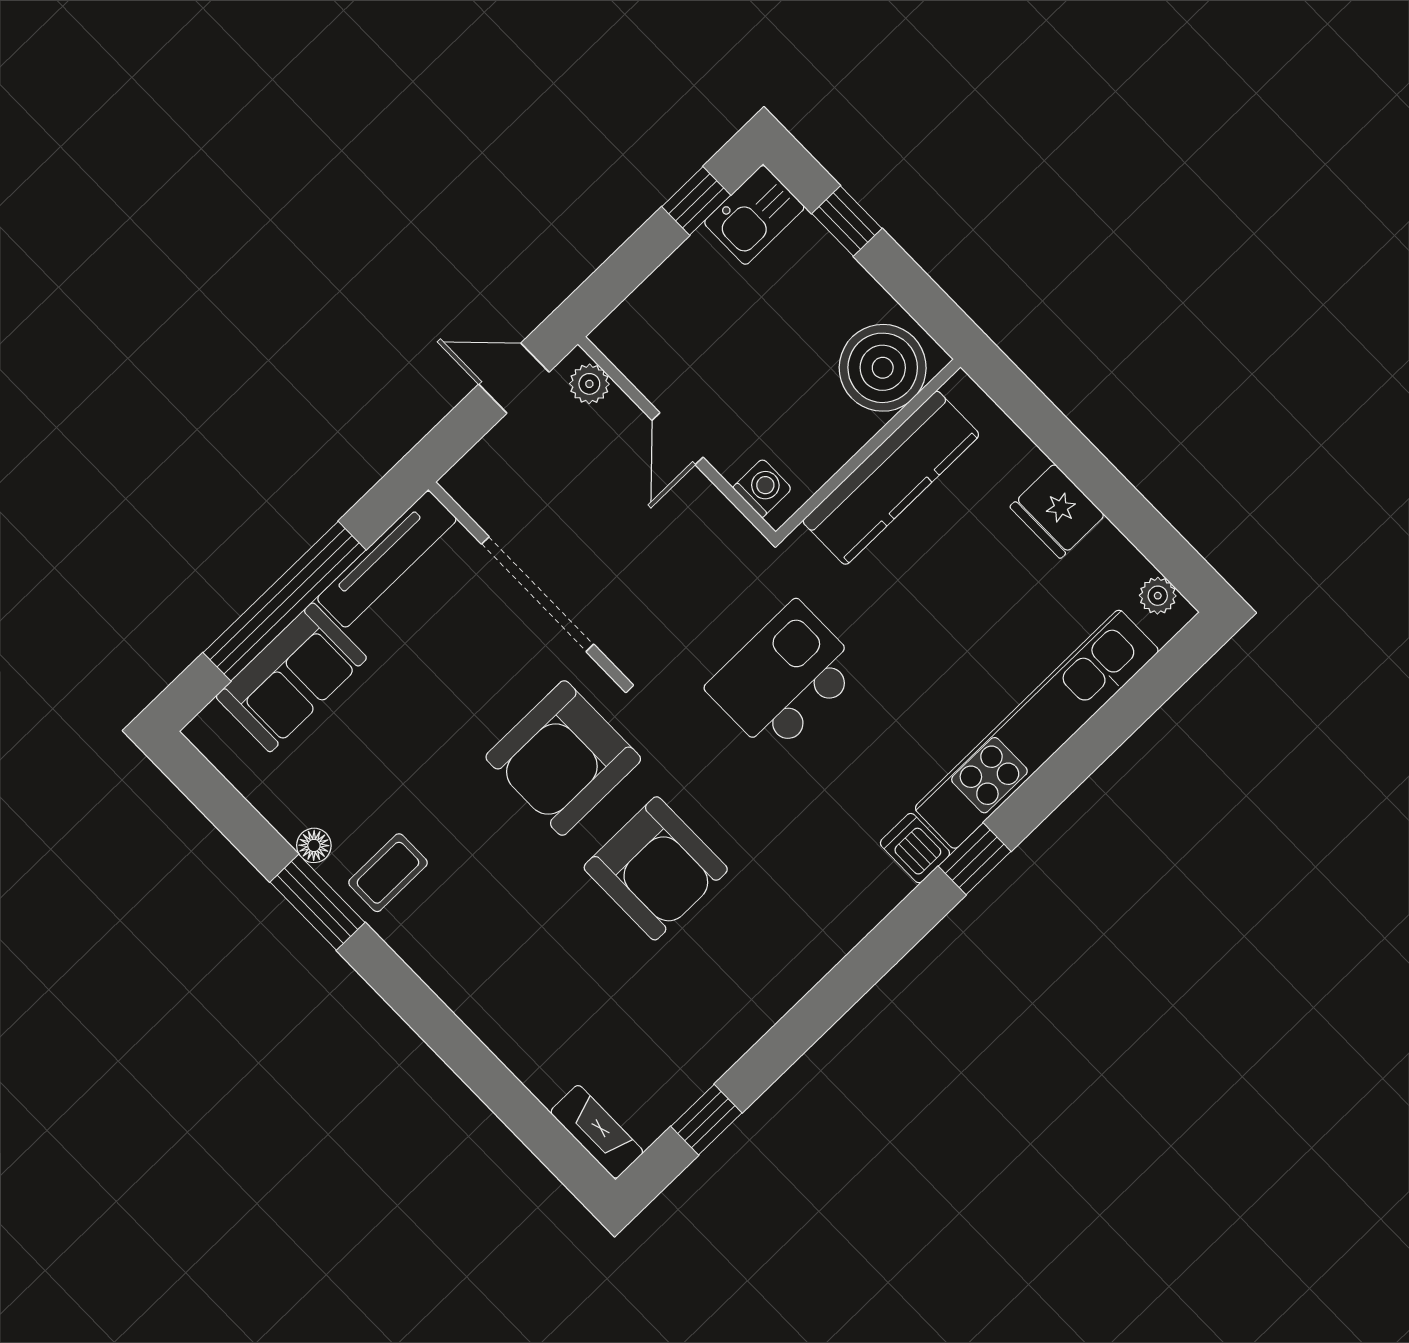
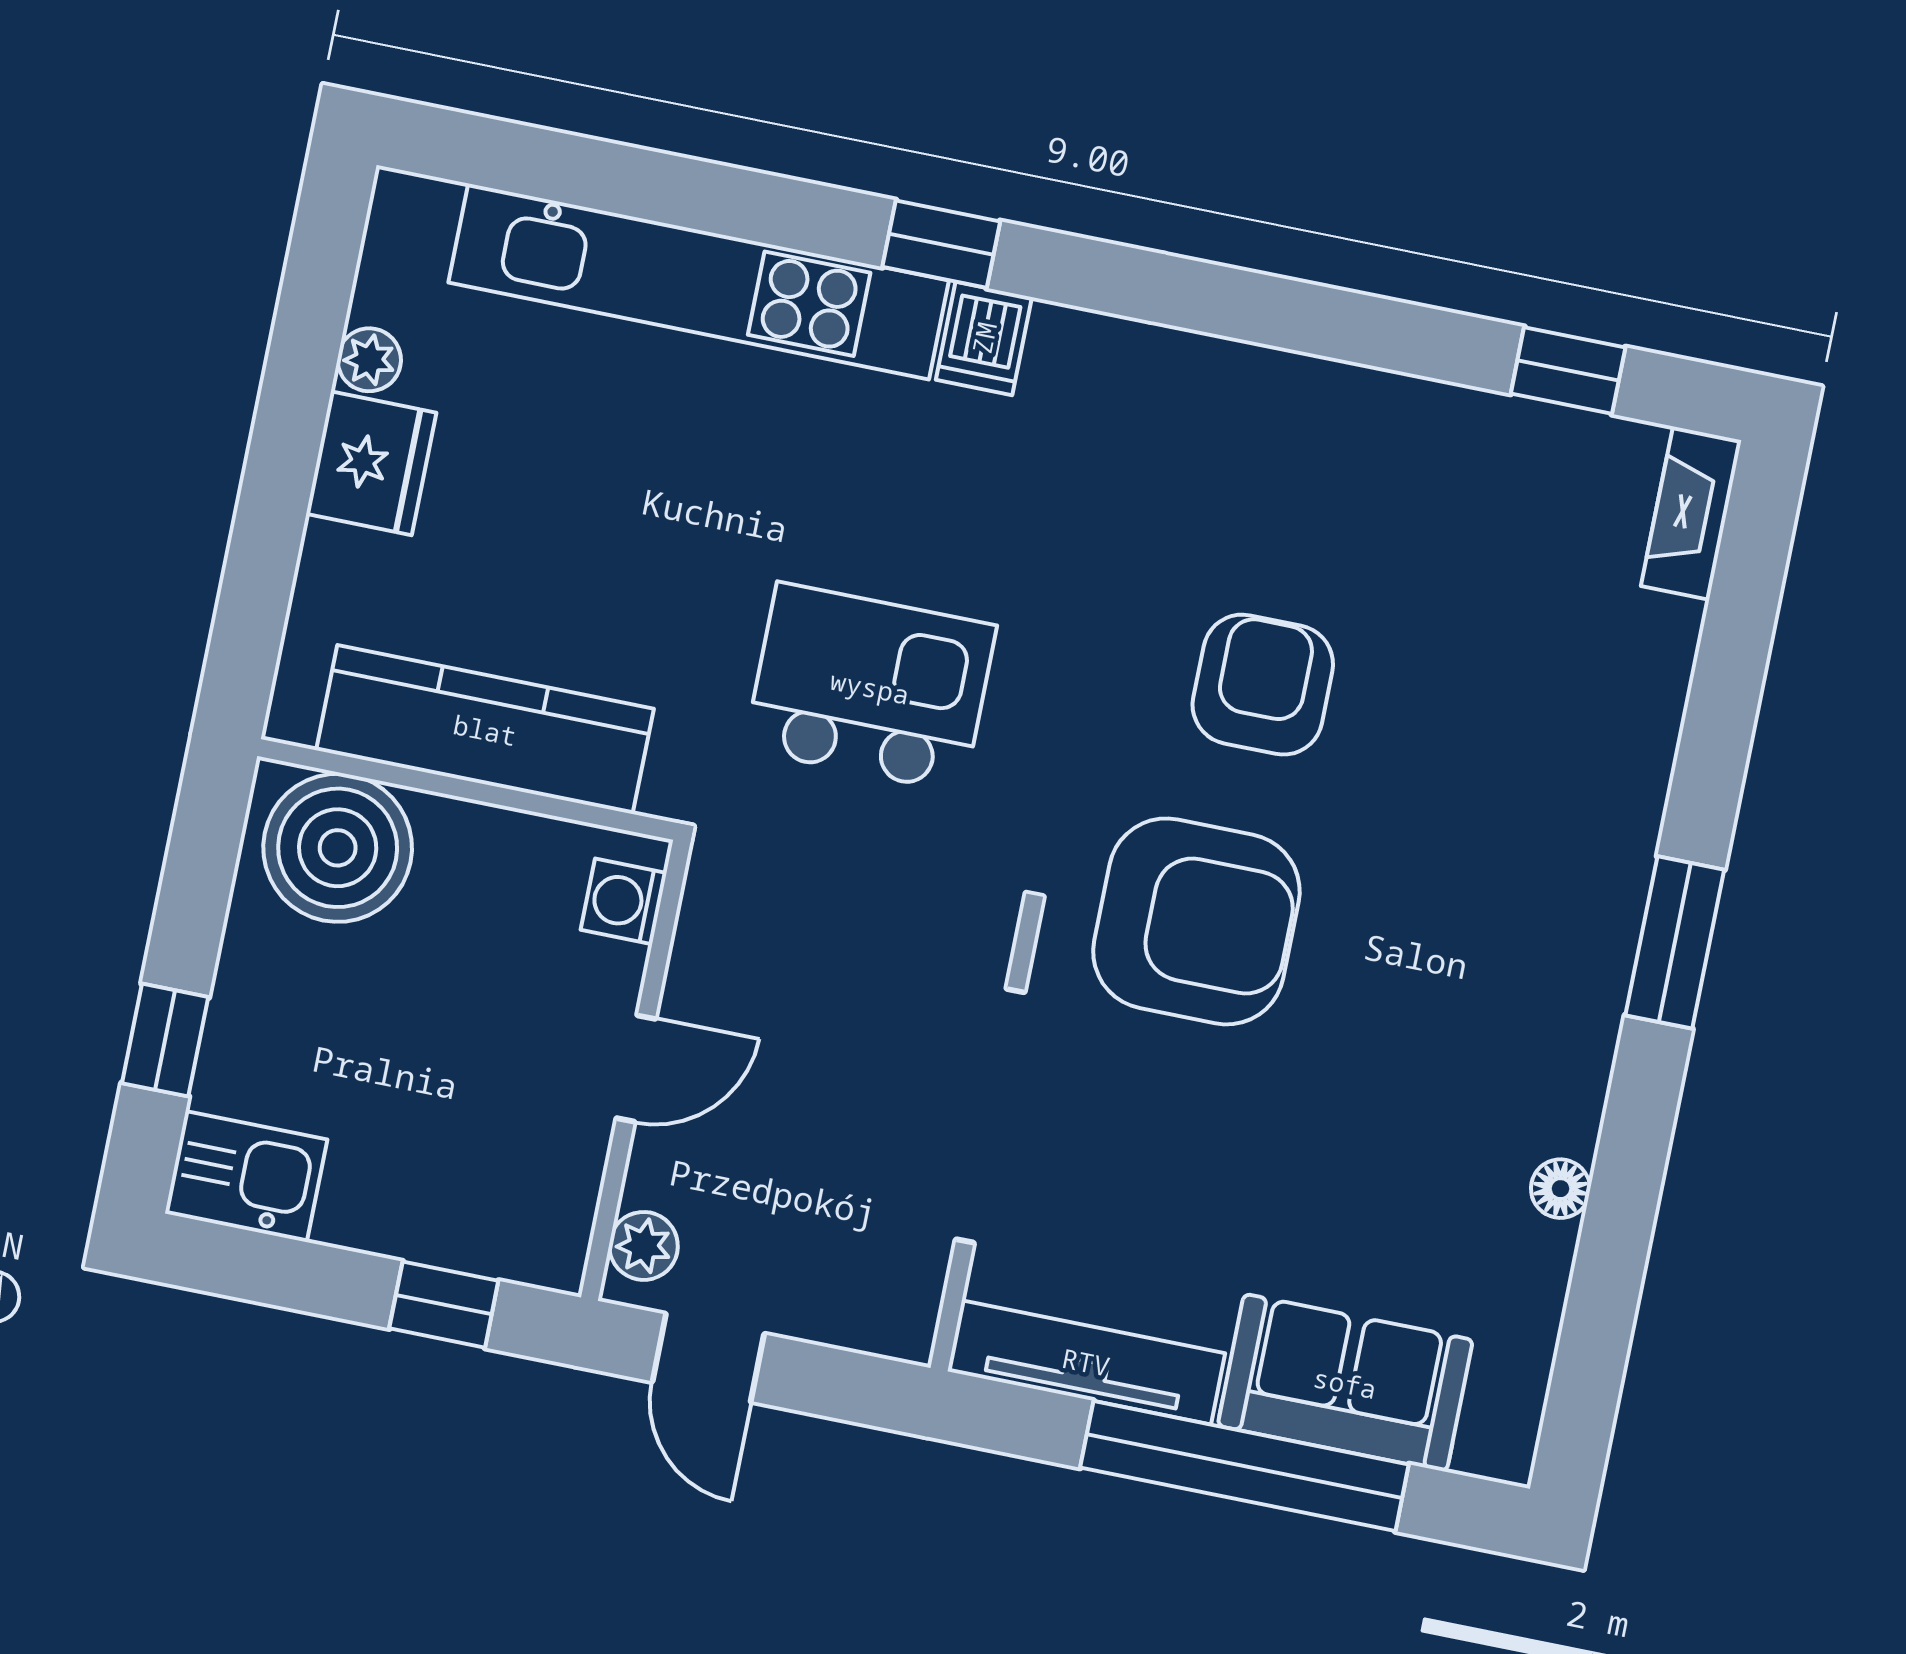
window: (696, 201) -> (444, 1305), moved
plant: (1158, 596) -> (369, 360), moved
kitchen island: (784, 678) -> (870, 687), turned 180
armchair: (656, 868) -> (1263, 685), width x0.73, depth x0.73
coffee table: (388, 873) -> (1527, 1058), removed
window: (317, 902) -> (1675, 942), moved

